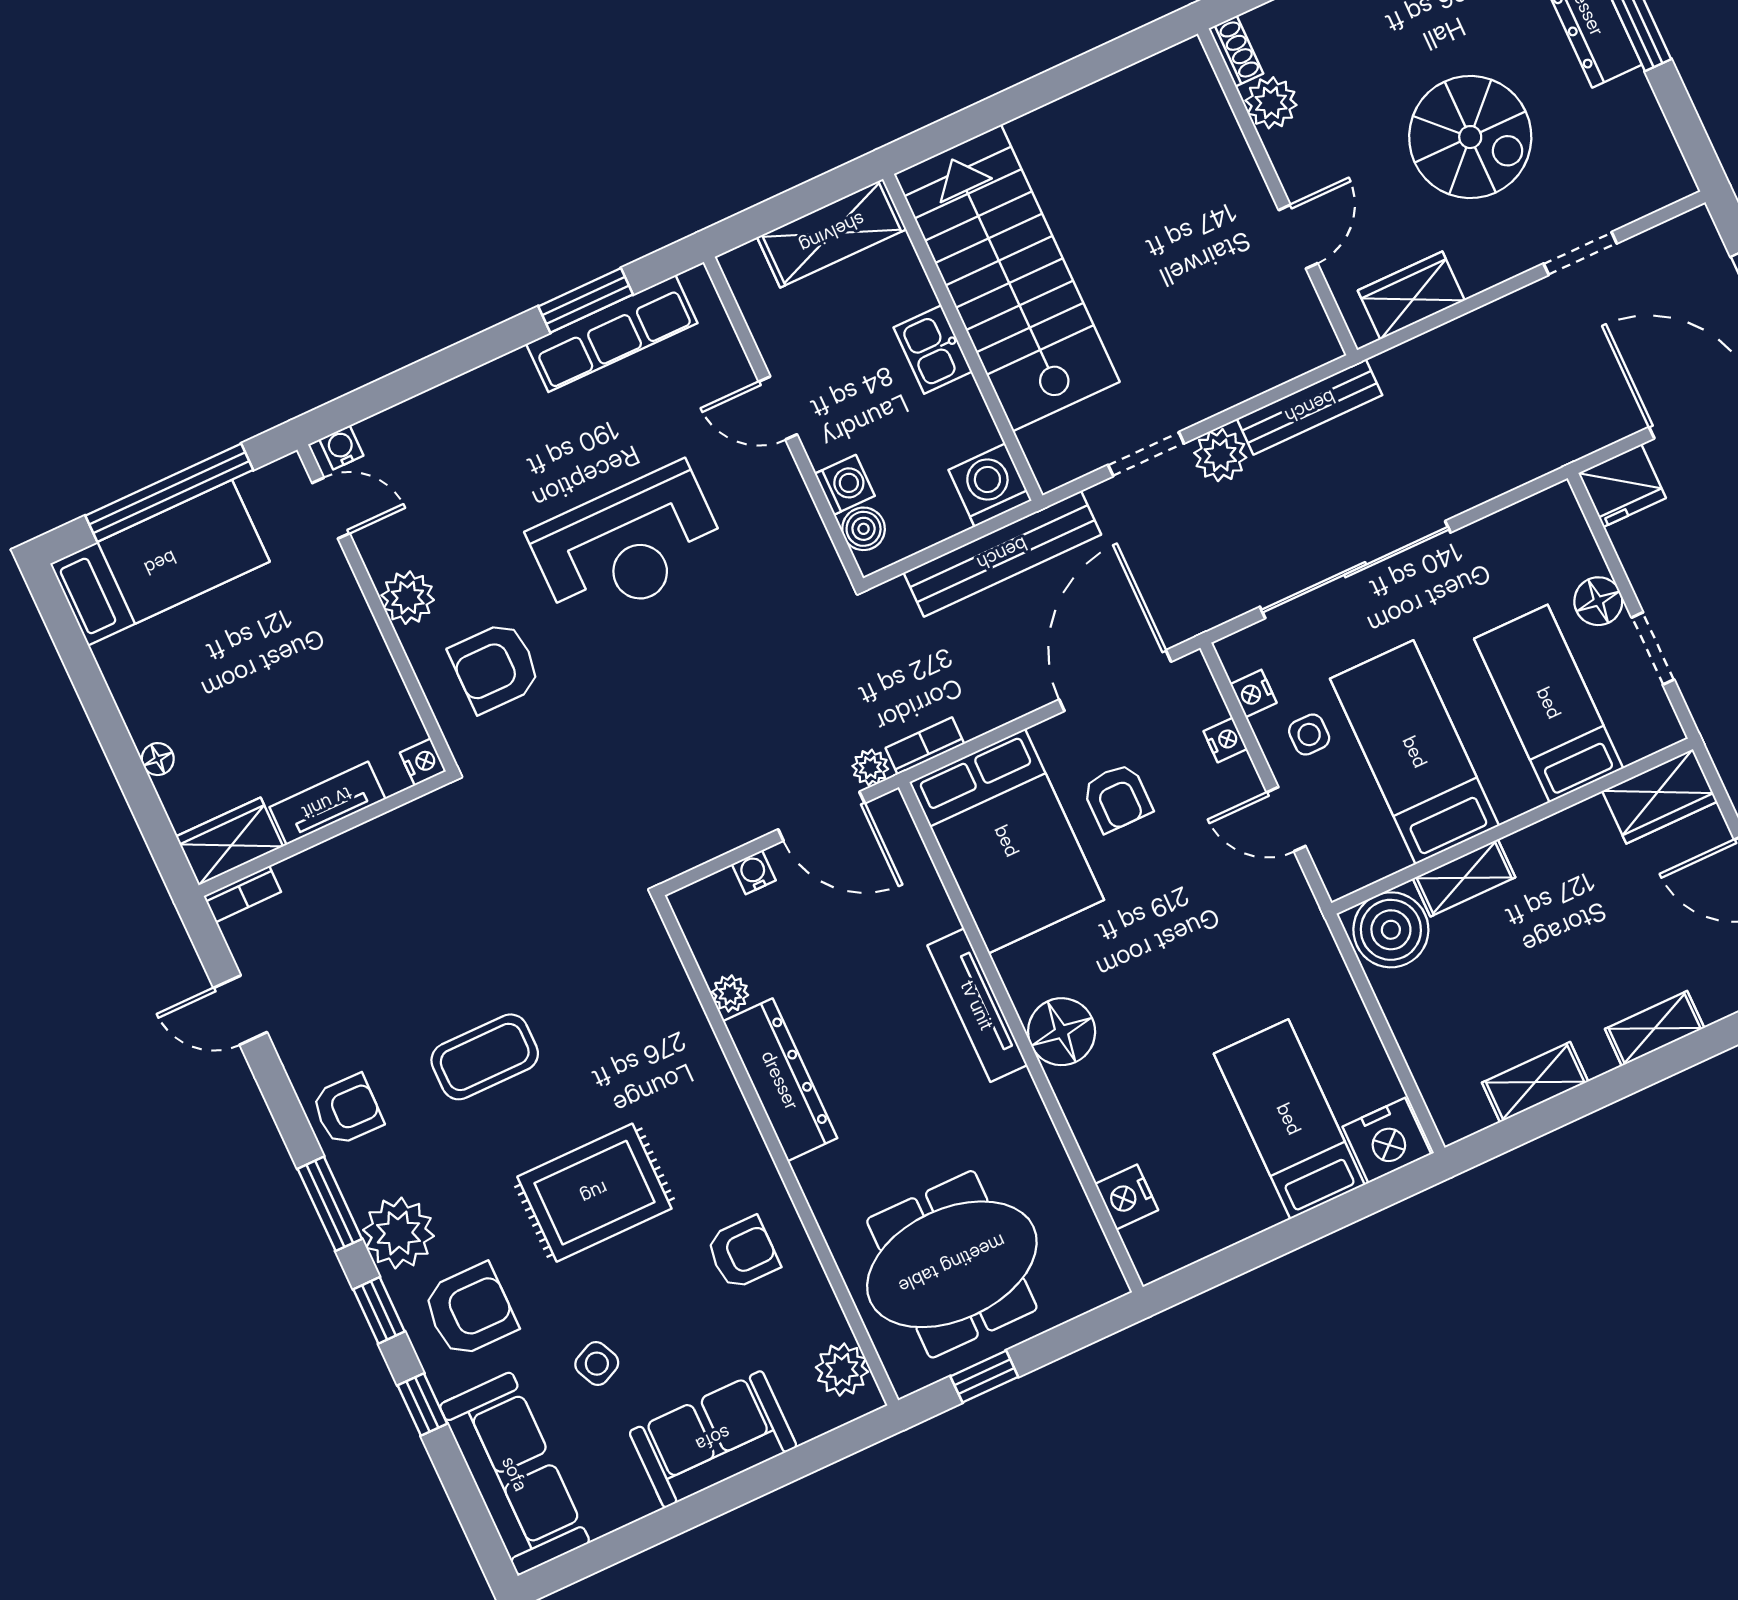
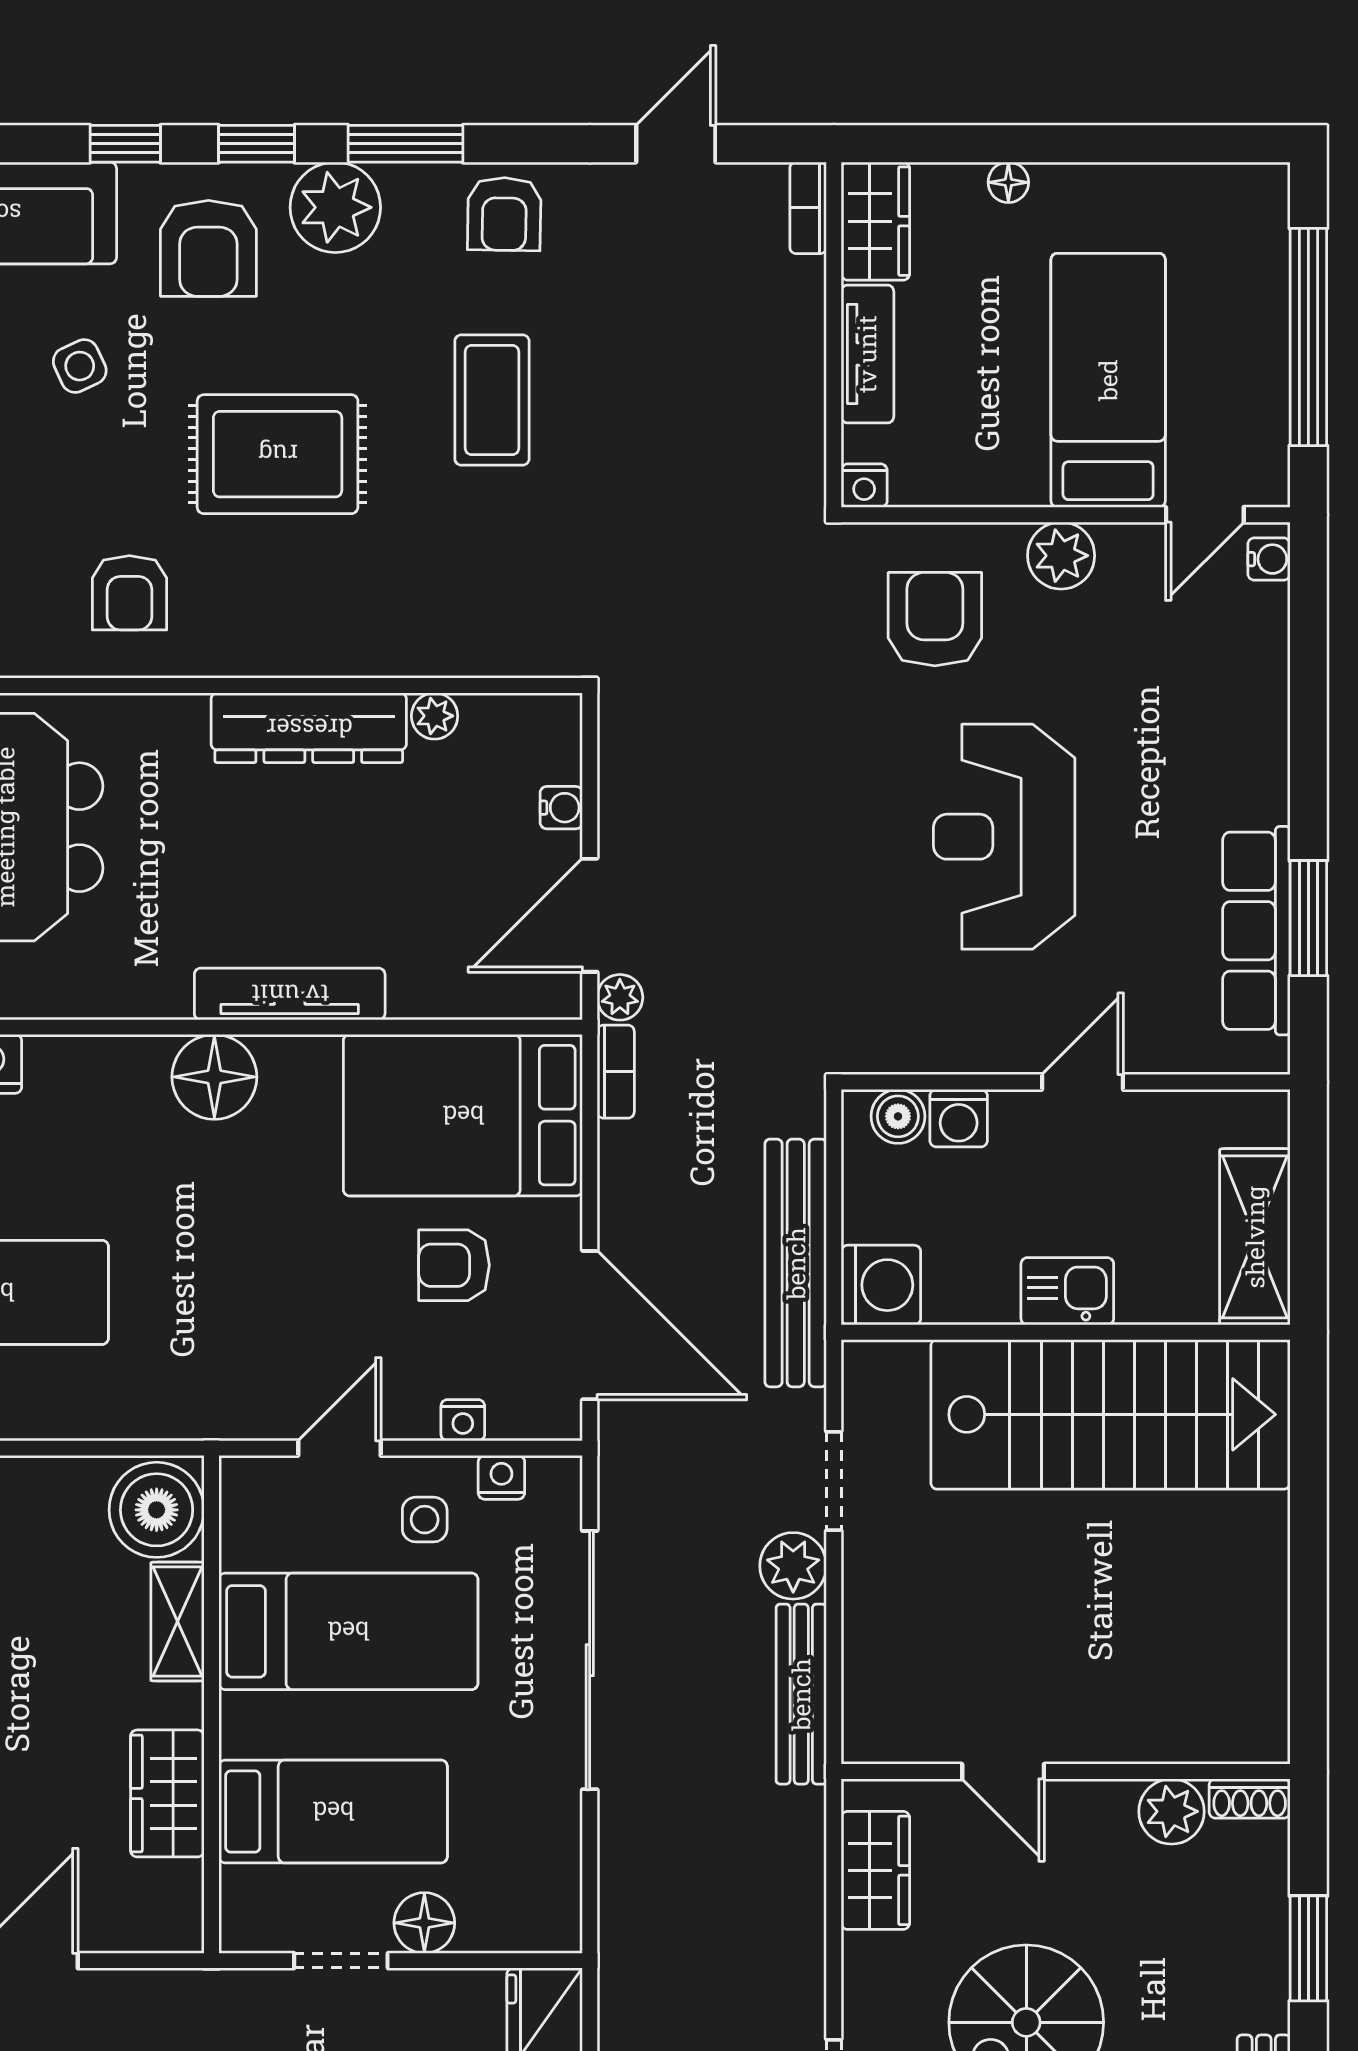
bed: (160, 563) -> (1108, 380), moved, turned 180
wardrobe: (1660, 796) -> (167, 1793), moved
rug: (594, 1193) -> (278, 454), turned 90

